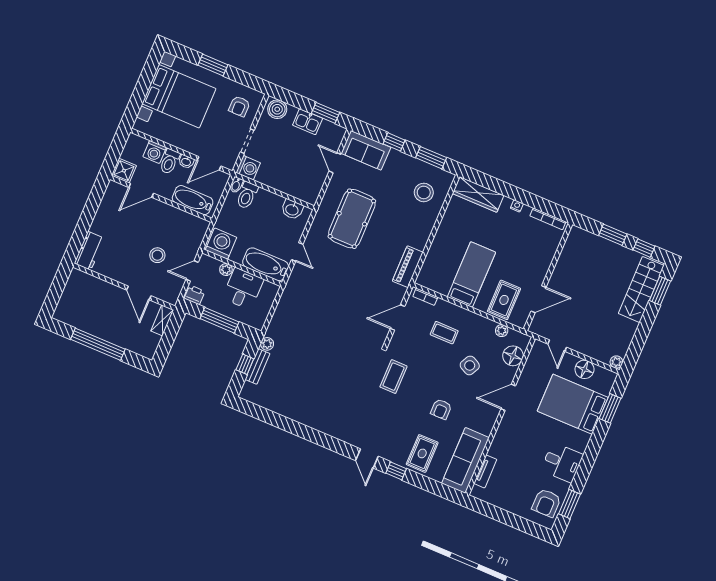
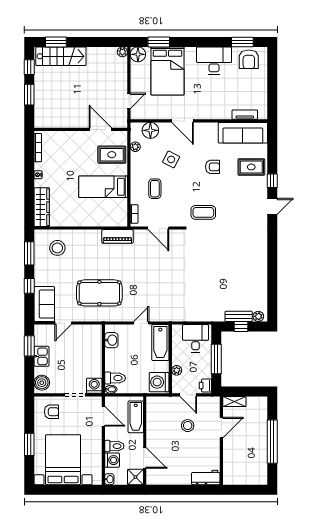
washbasin: (186, 162) -> (109, 479), moved
desk: (243, 289) -> (196, 338), moved, turned 90
plant: (267, 344) -> (258, 316), moved
floor lamp: (584, 369) -> (138, 54), moved
desk: (562, 462) -> (214, 60), width x1.37
armchair: (546, 503) -> (249, 59), turned 90

